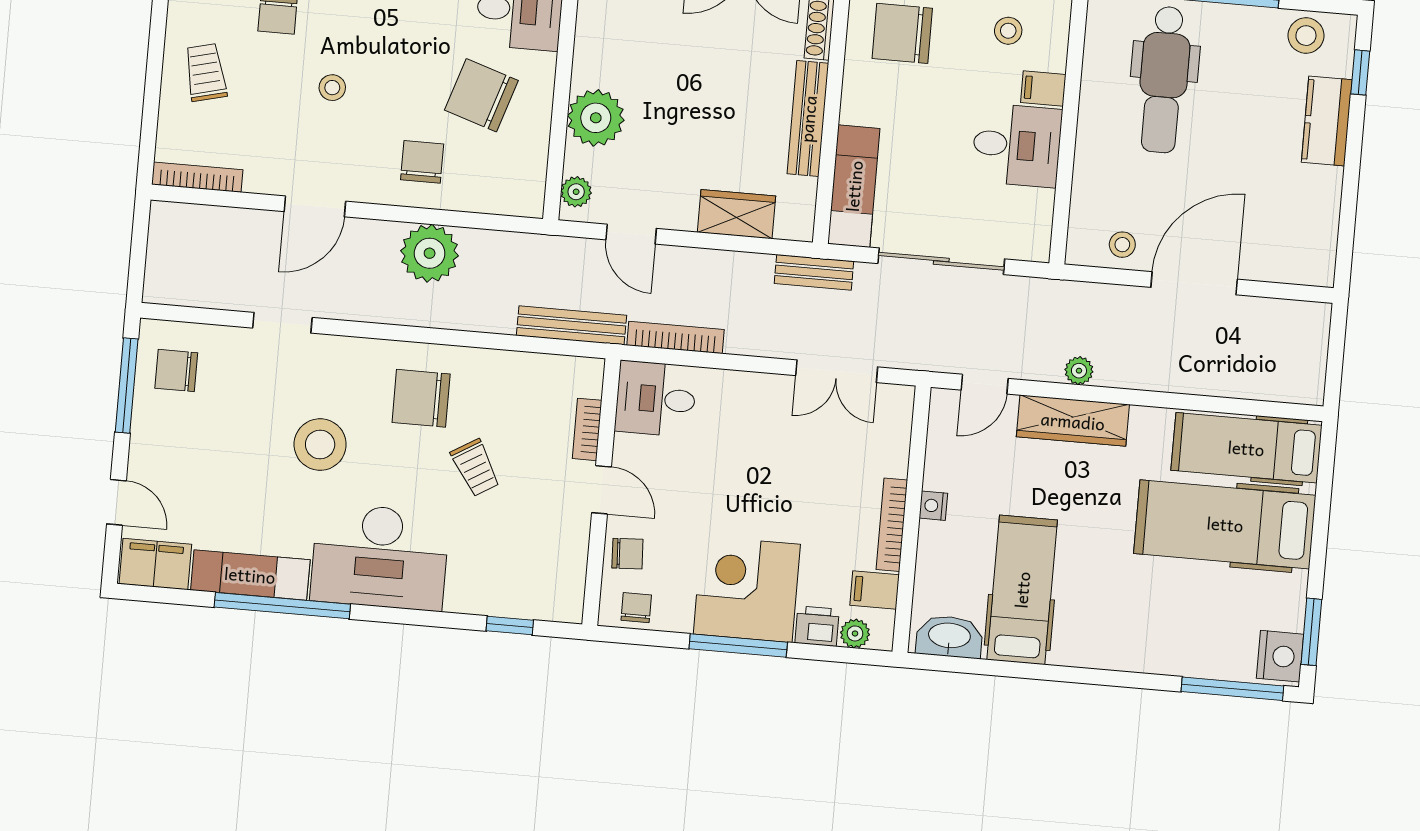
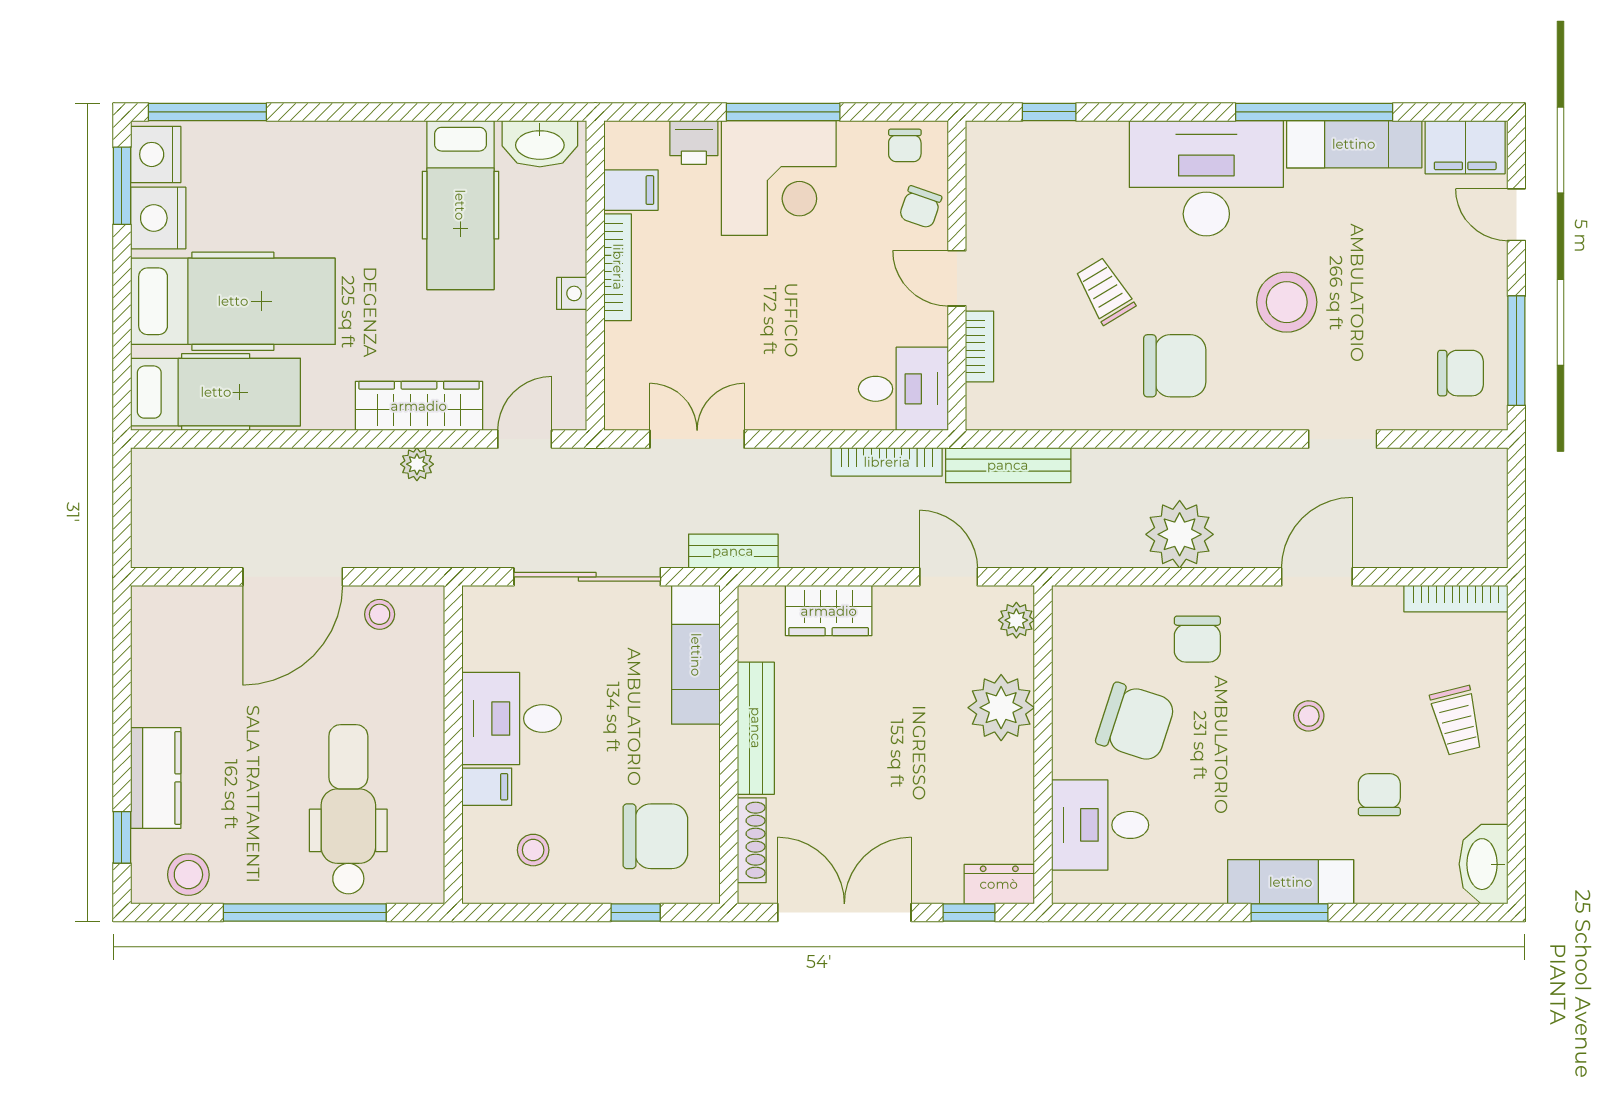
chair: (627, 554) -> (920, 207), turned -68
nightstand: (1283, 601) -> (158, 218), added
plant: (855, 633) -> (649, 138), removed

